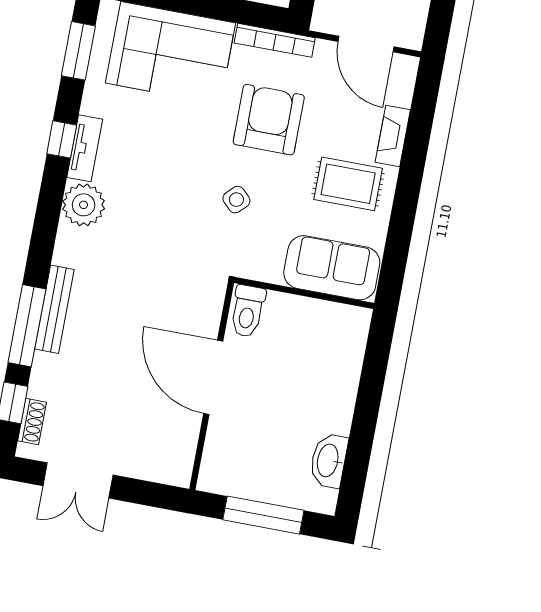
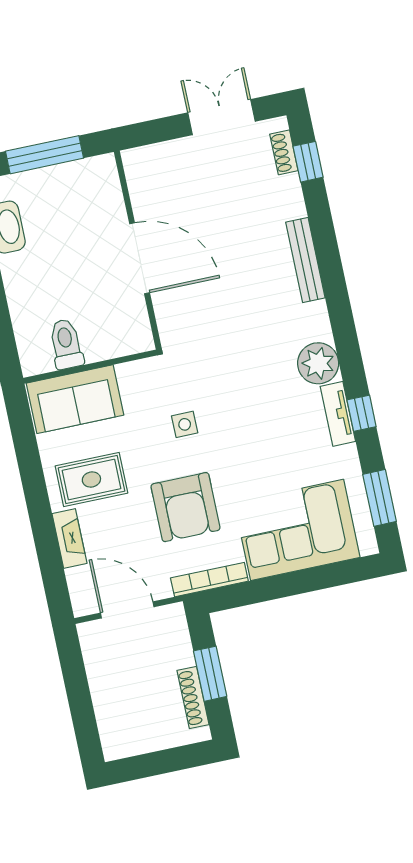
side table: (236, 200) -> (185, 424), turned 45
toilet: (248, 311) -> (66, 344), moved
window: (27, 326) -> (324, 235), removed

